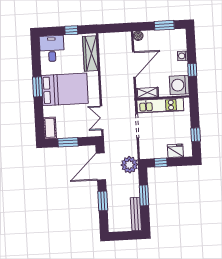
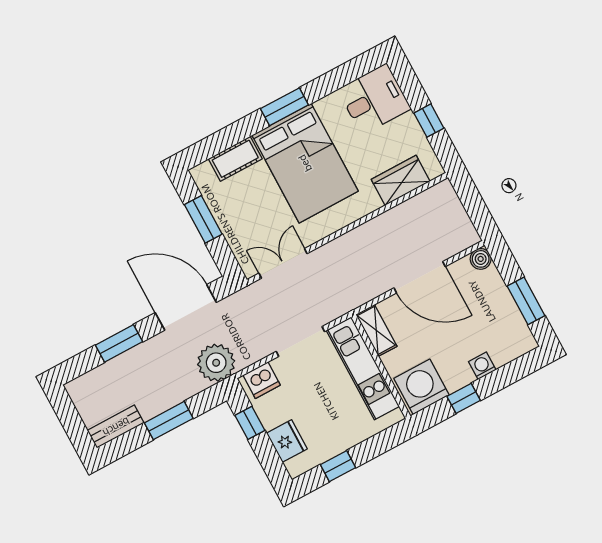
wardrobe: (90, 53) -> (401, 180), width x0.67
cot: (50, 128) -> (235, 159), moved
dishwasher: (145, 149) -> (262, 380), added
bench: (136, 214) -> (116, 427), width x0.73

